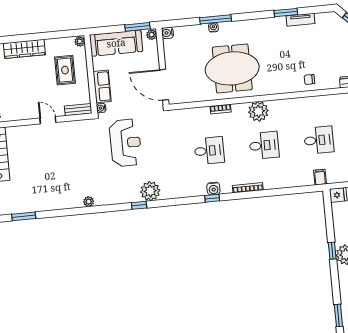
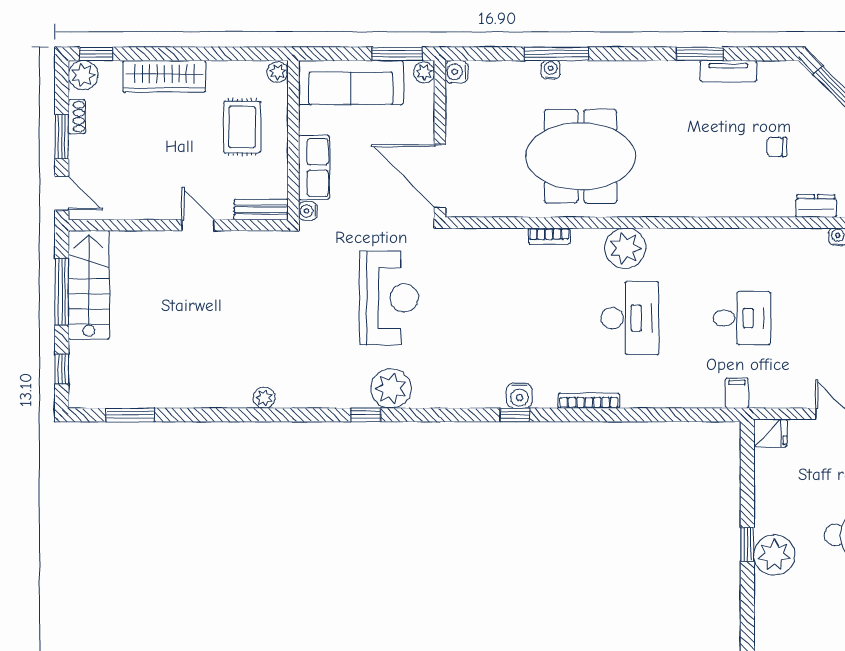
chair: (309, 79) -> (777, 147), moved
reception desk: (125, 143) -> (389, 298), moved
desk: (264, 145) -> (630, 318), width x1.37
desk: (209, 151) -> (518, 318), removed

